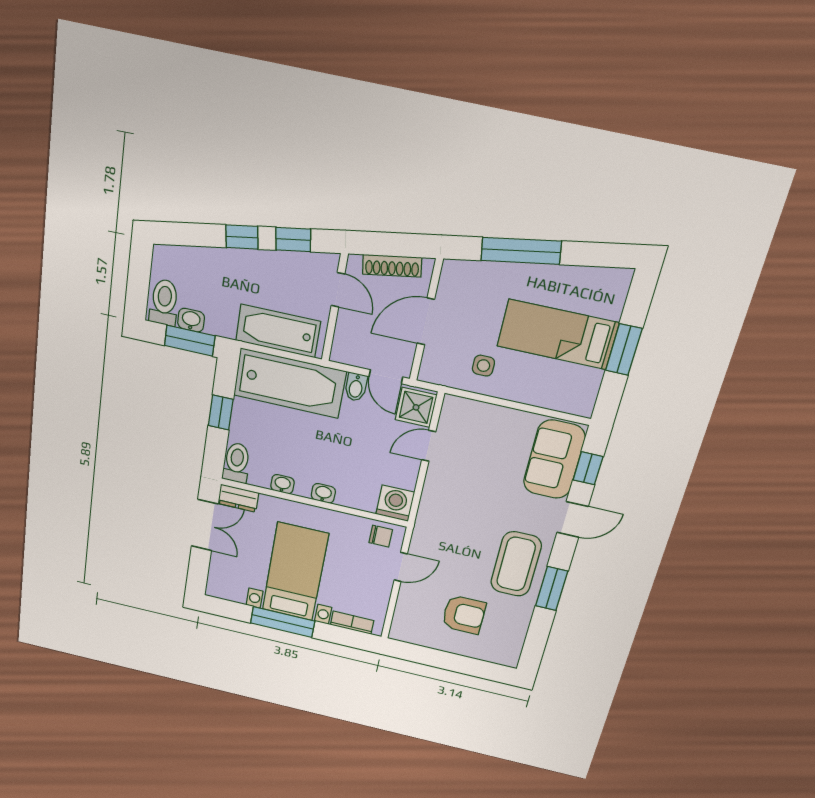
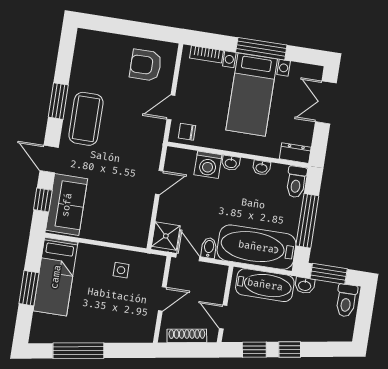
window: (521, 251) -> (78, 351), moved
washbasin: (191, 320) -> (305, 285), moved
door: (426, 321) -> (162, 299), width x0.73
bed: (558, 334) -> (56, 277), moved, turned 90
window: (221, 412) -> (307, 221), width x2.17
door: (429, 446) -> (159, 182), moved
washing machine: (395, 503) -> (208, 165), moved
door: (572, 519) -> (49, 159), hinge flipped
double door: (205, 525) -> (326, 102), moved
armchair: (464, 615) -> (146, 65), moved

